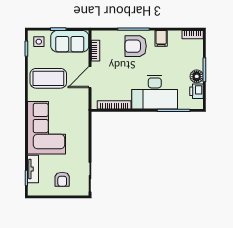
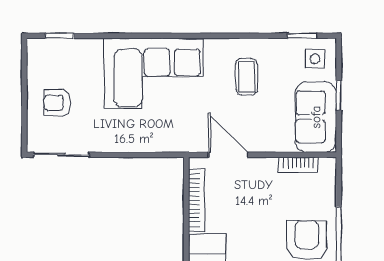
door: (90, 77) -> (228, 155), moved
coffee table: (48, 78) -> (246, 77), width x0.54, depth x0.58
tv unit: (33, 169) -> (77, 48), removed

